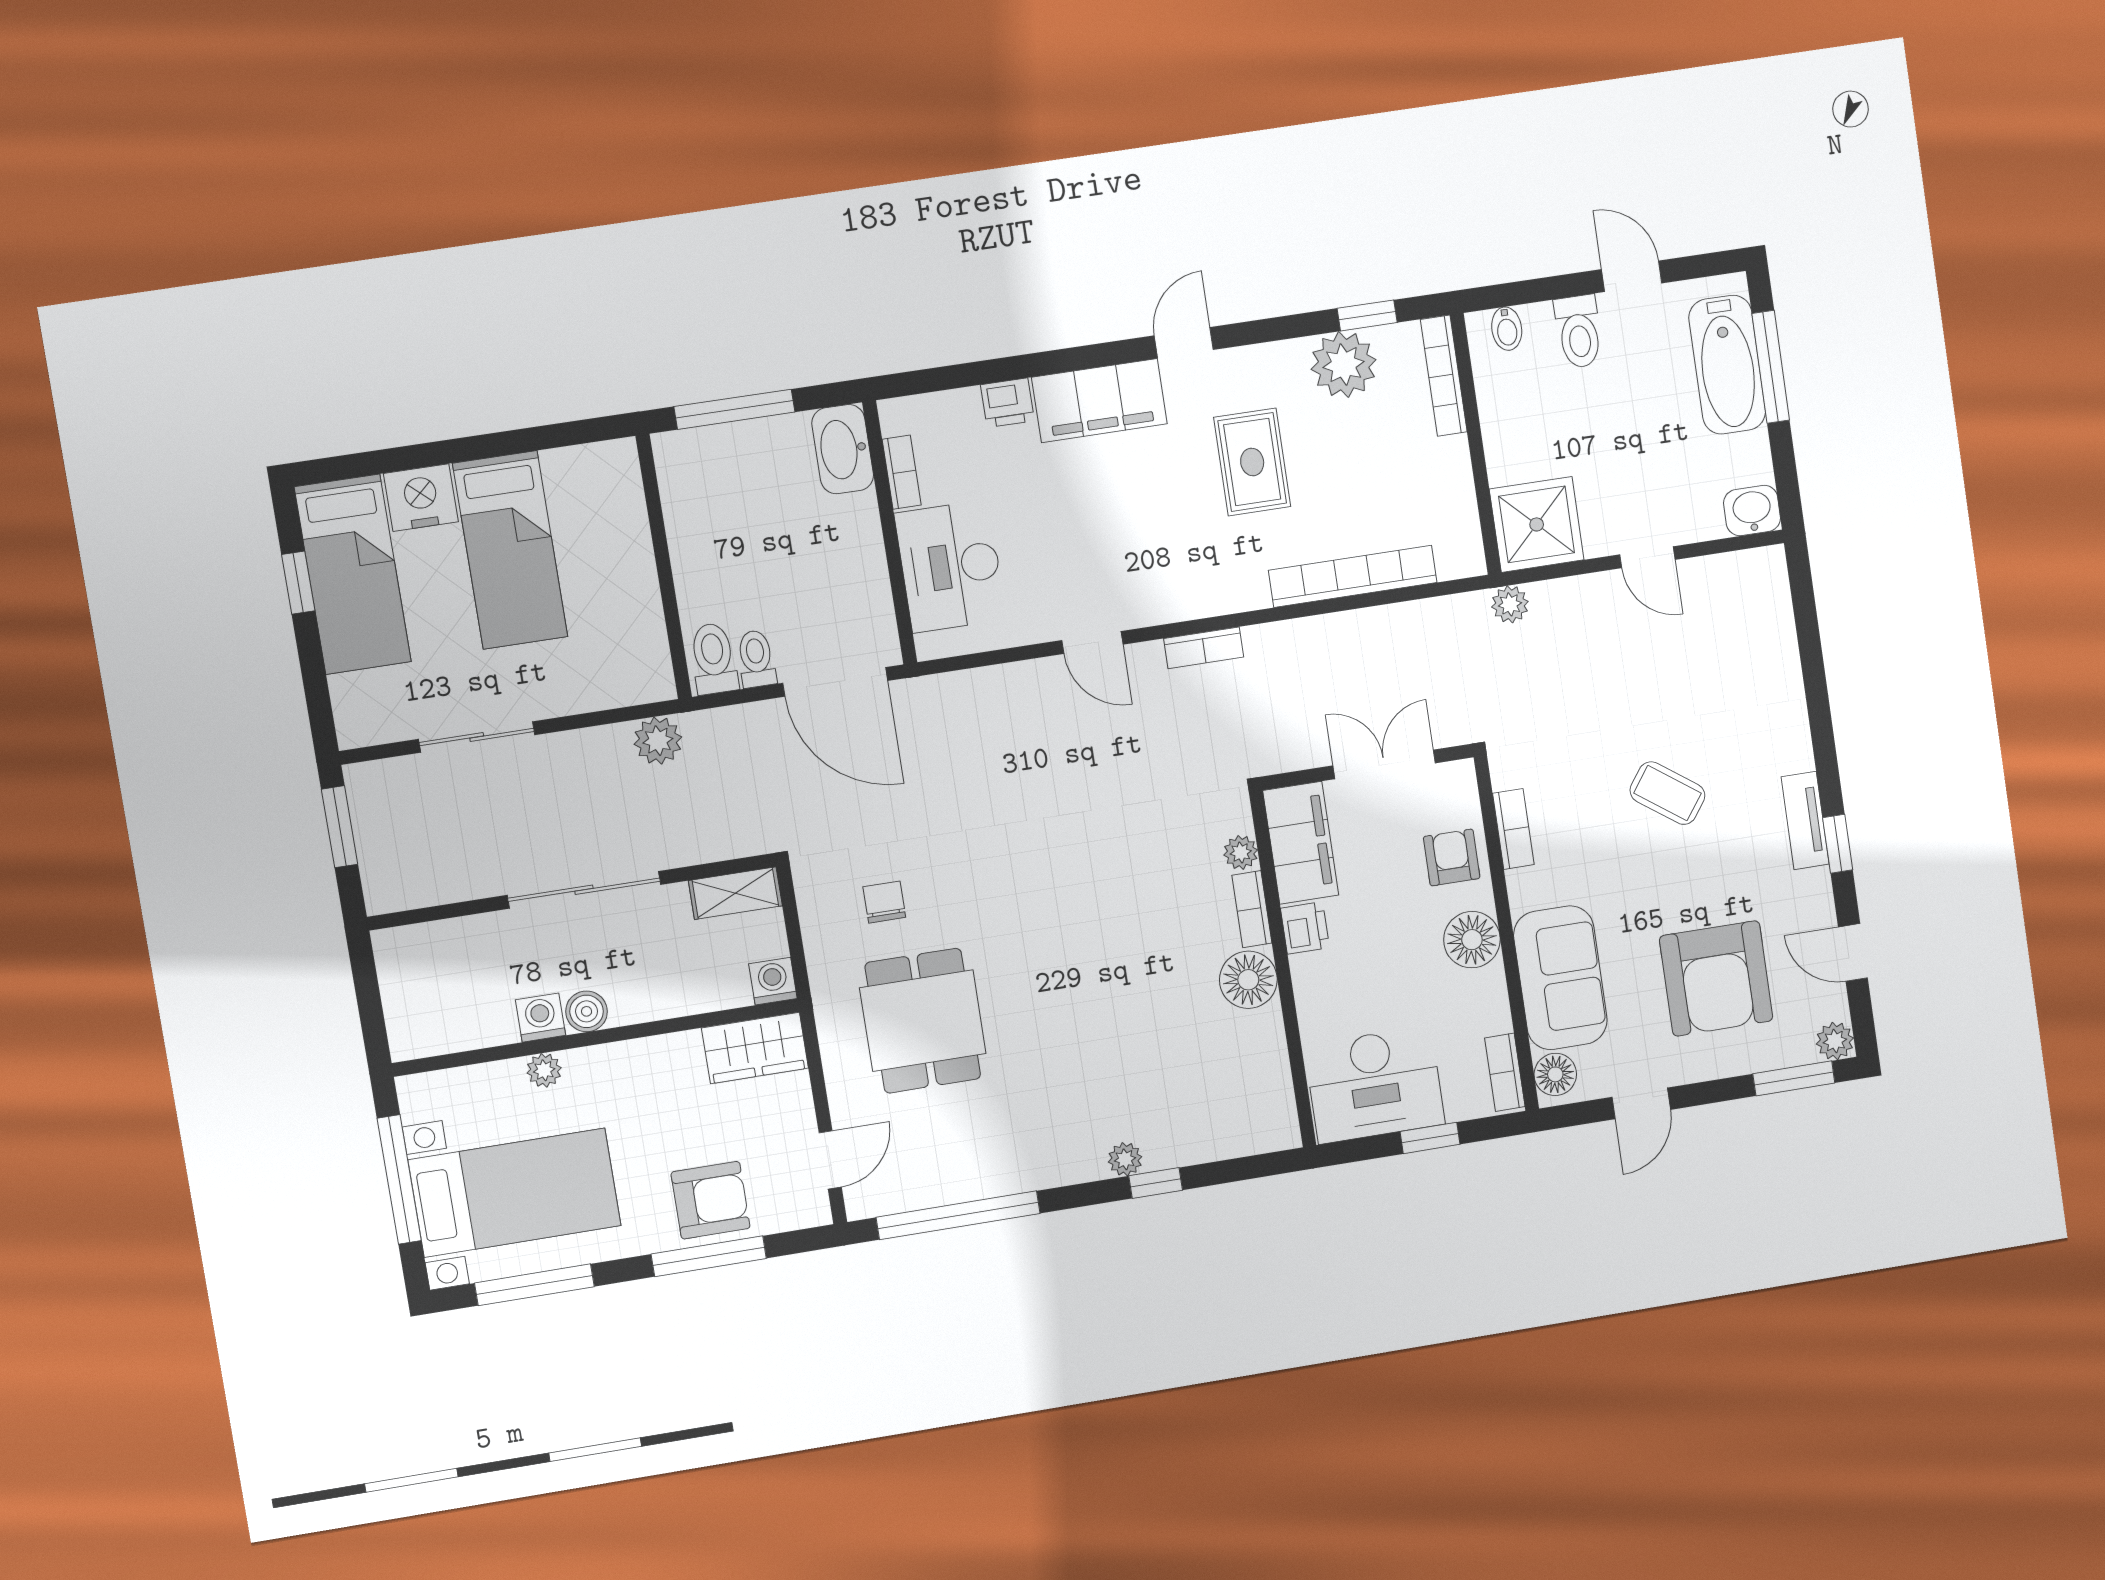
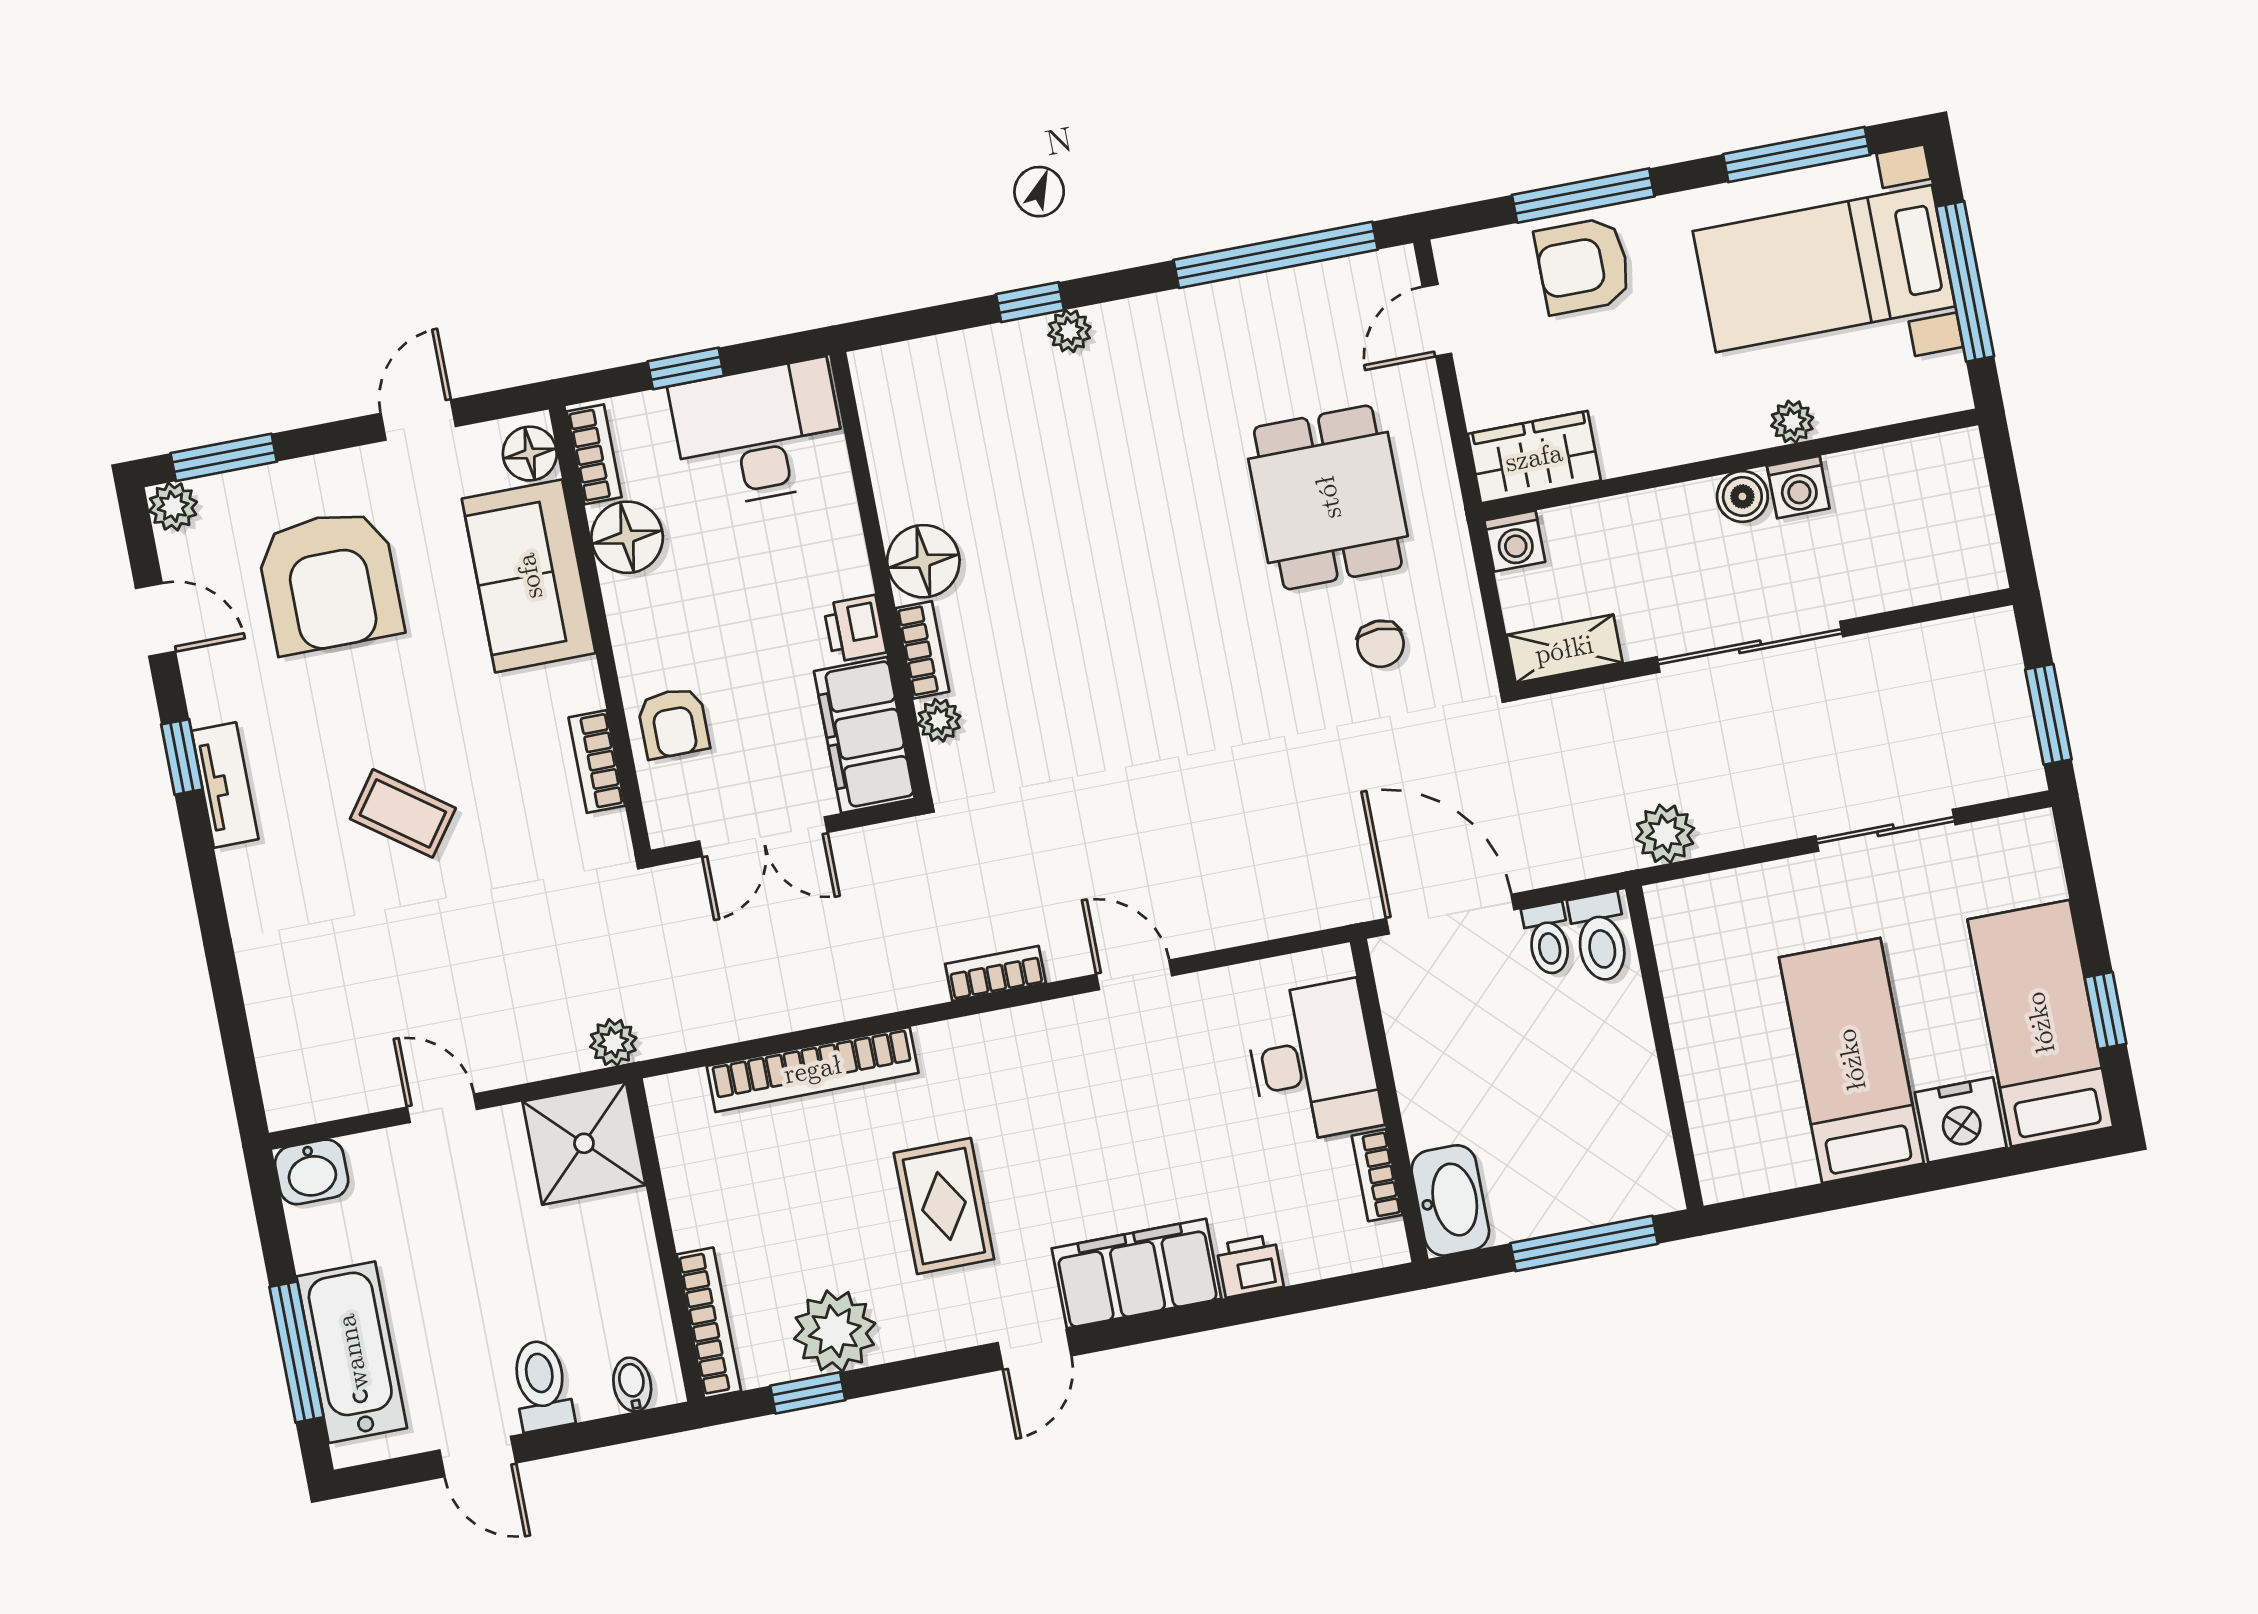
floor lamp: (1472, 940) -> (627, 537), moved
armchair: (1716, 978) -> (330, 581), turned 180

